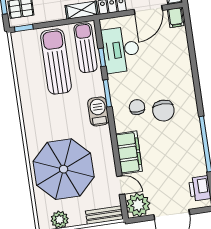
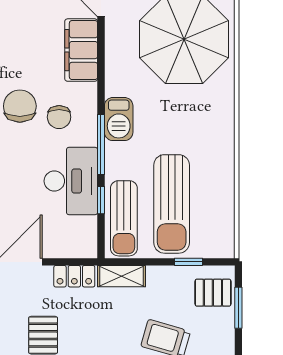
window: (24, 28) -> (188, 262), moved
desk: (121, 50) -> (71, 181), moved
window: (107, 93) -> (101, 145), width x1.44

